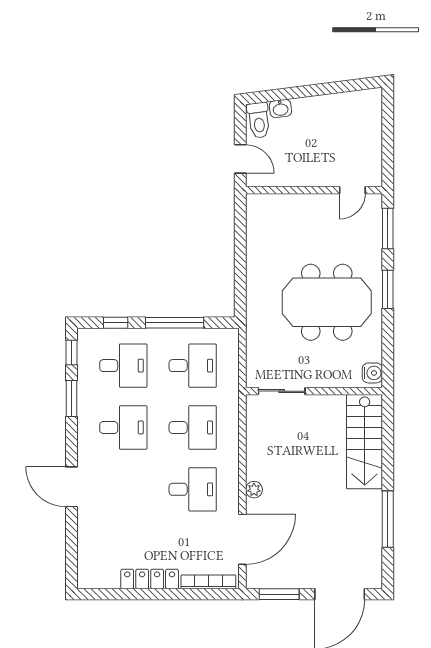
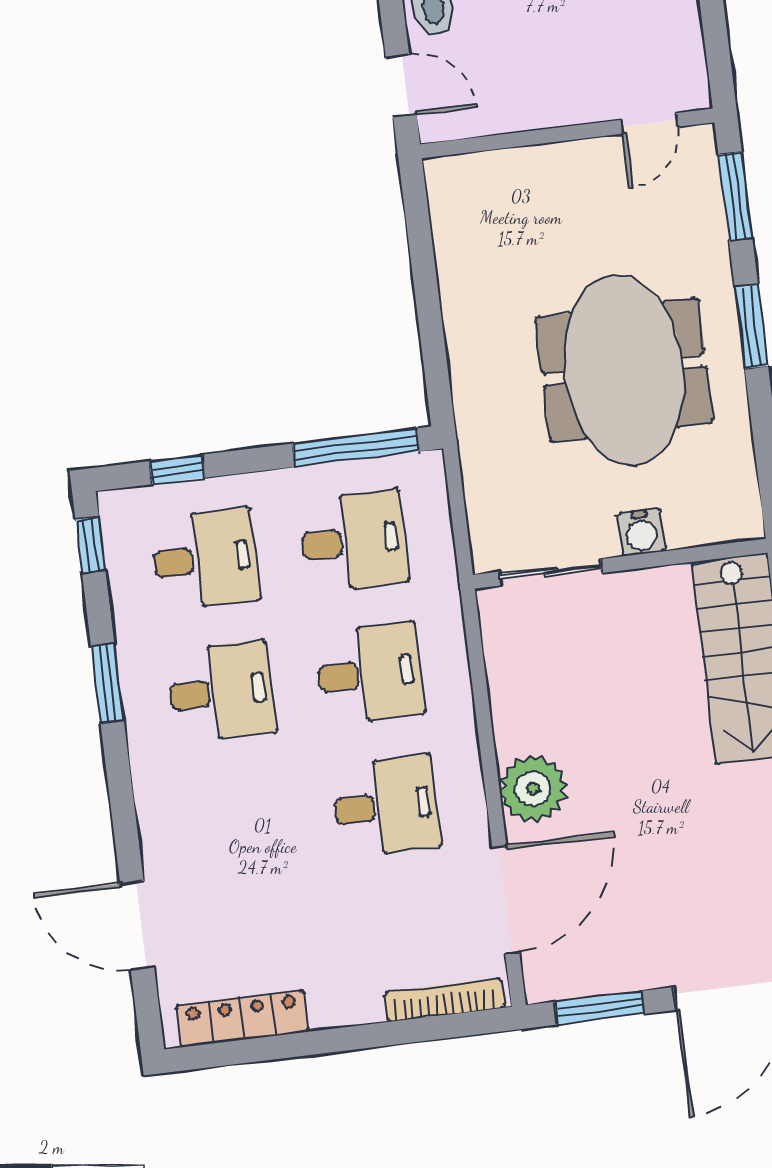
meeting table: (327, 302) -> (624, 370), turned 90
window: (175, 323) -> (356, 447), moved
water cooler: (372, 373) -> (641, 532), moved, turned 90
window: (71, 398) -> (107, 683), moved
door: (71, 487) -> (137, 925), moved
plant: (254, 490) -> (533, 789), width x1.87, depth x1.87
locker: (150, 579) -> (242, 1018), moved

